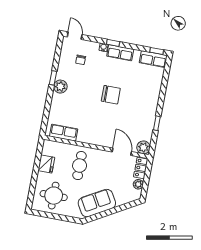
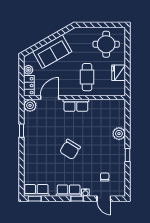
door: (75, 36) -> (104, 199), moved
plant: (60, 87) -> (119, 134), moved
chair: (111, 95) -> (70, 149), turned -58
row of seats: (64, 133) -> (76, 105), moved
door: (122, 152) -> (50, 98), swing flipped
sofa: (97, 203) -> (52, 52), moved

